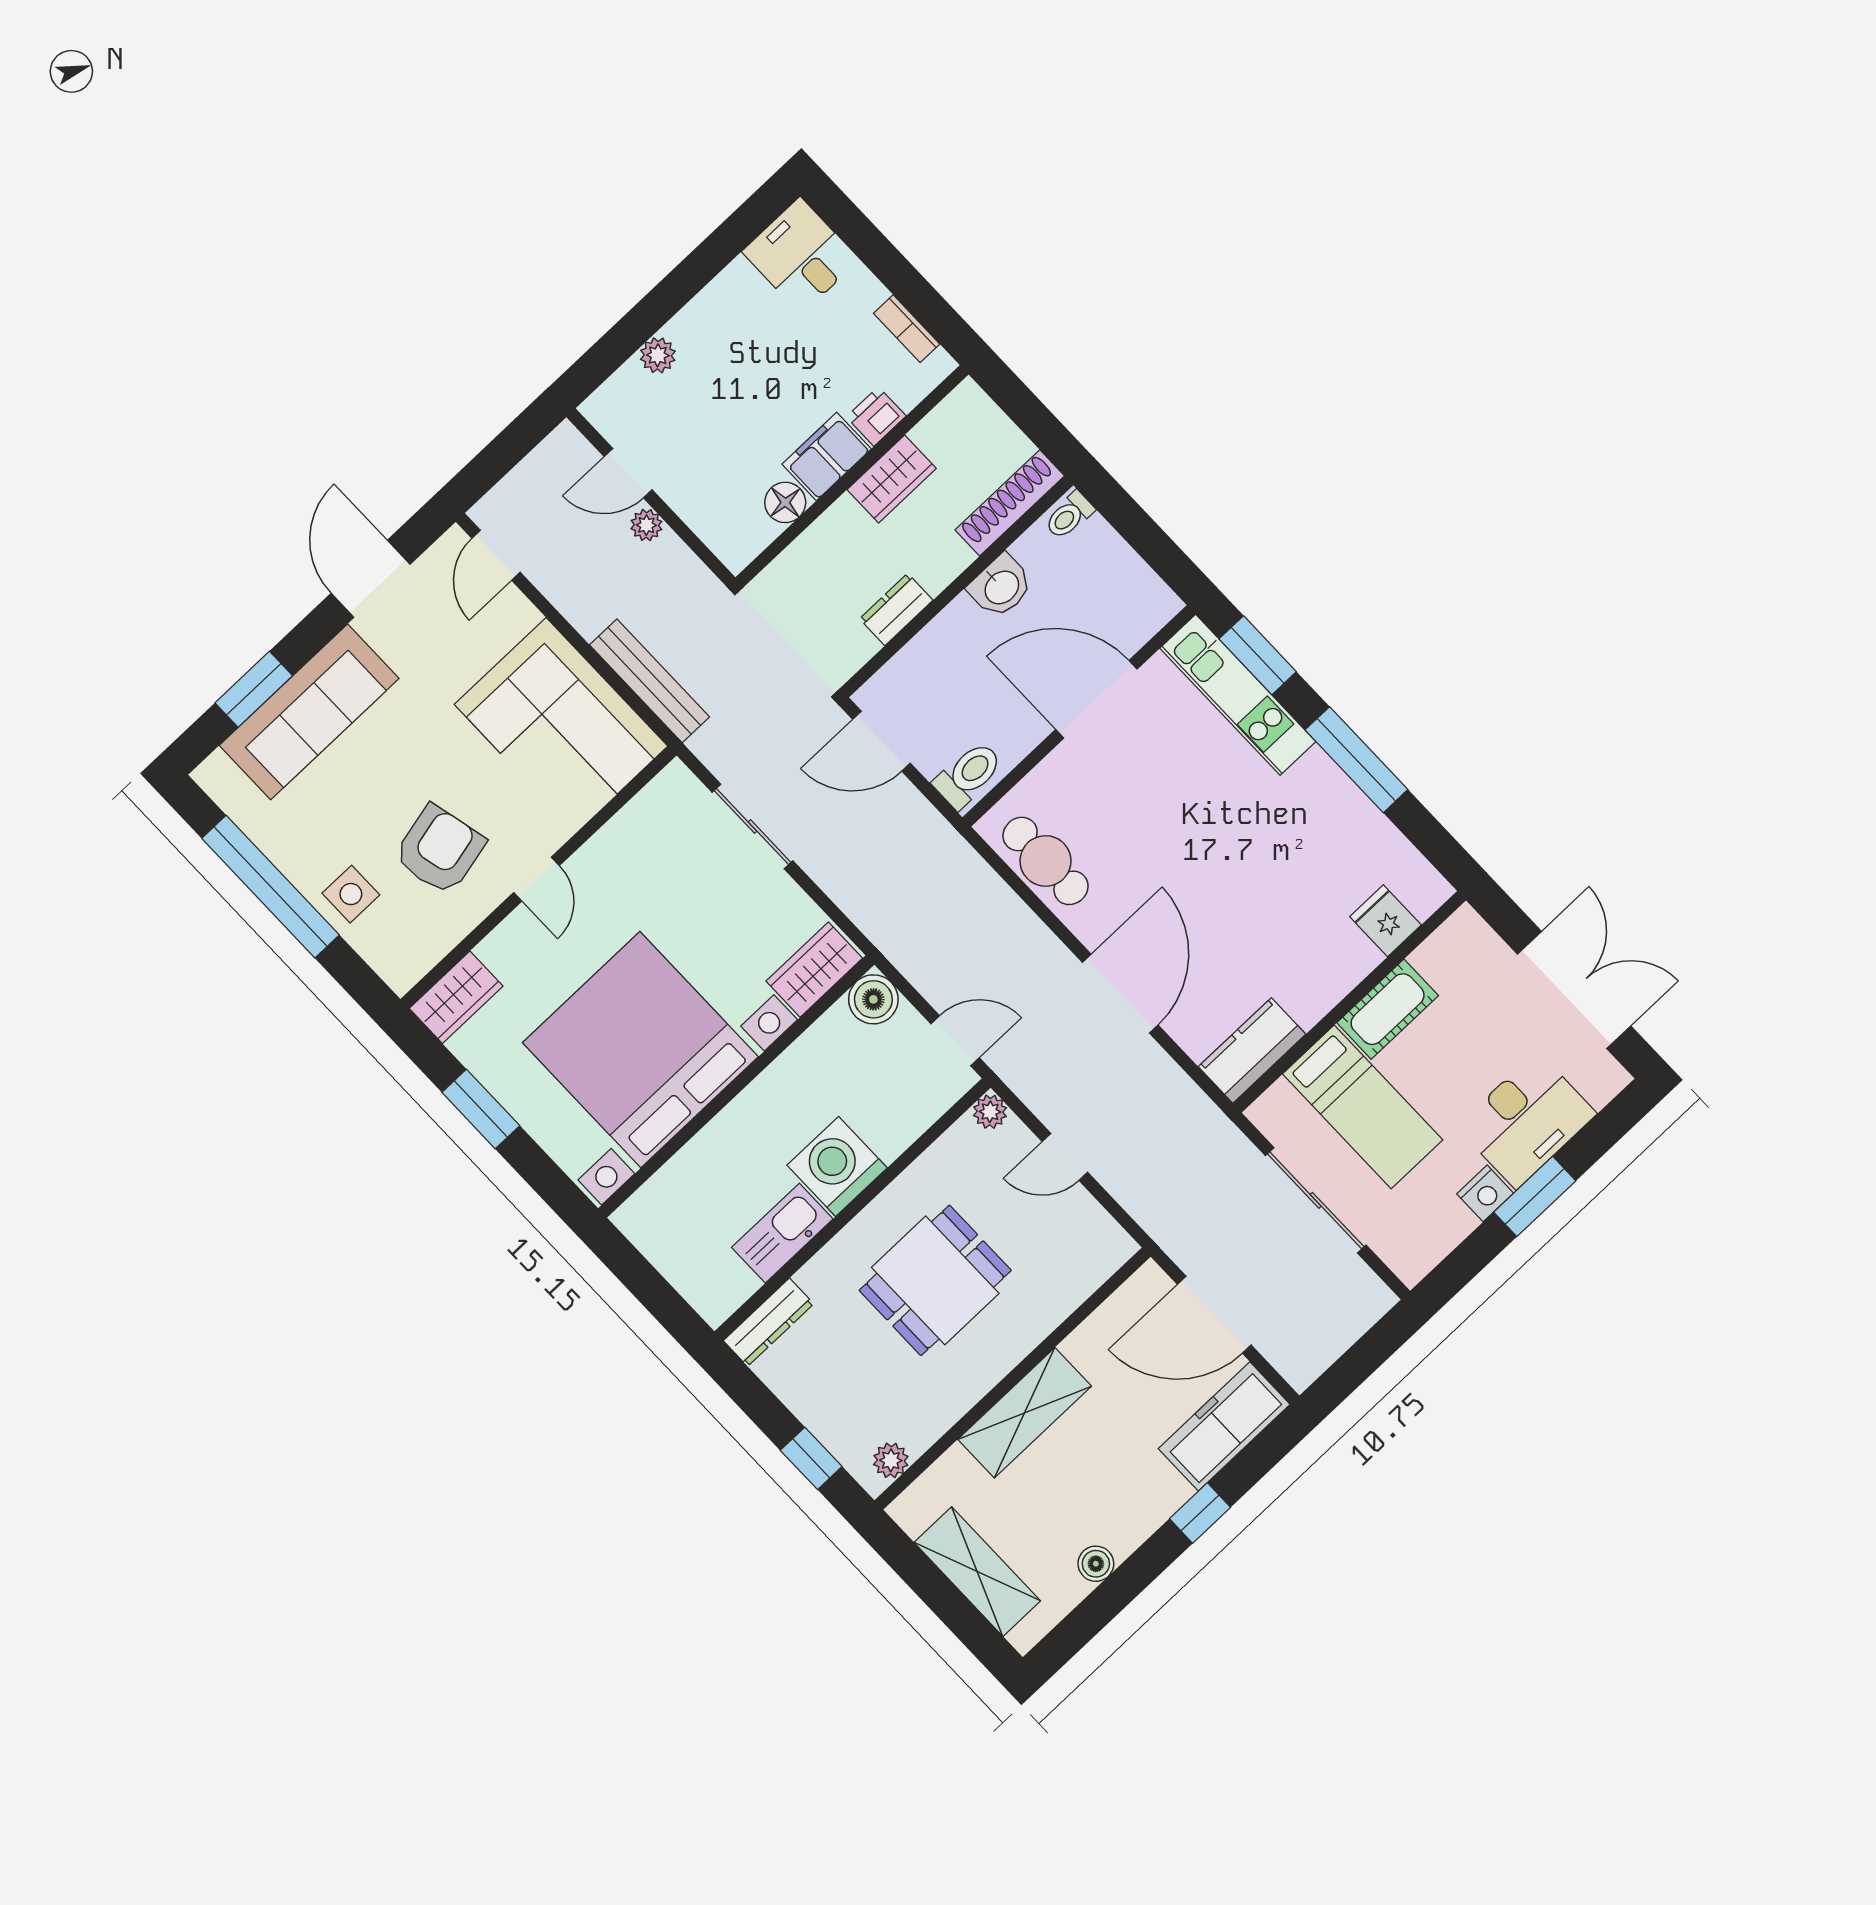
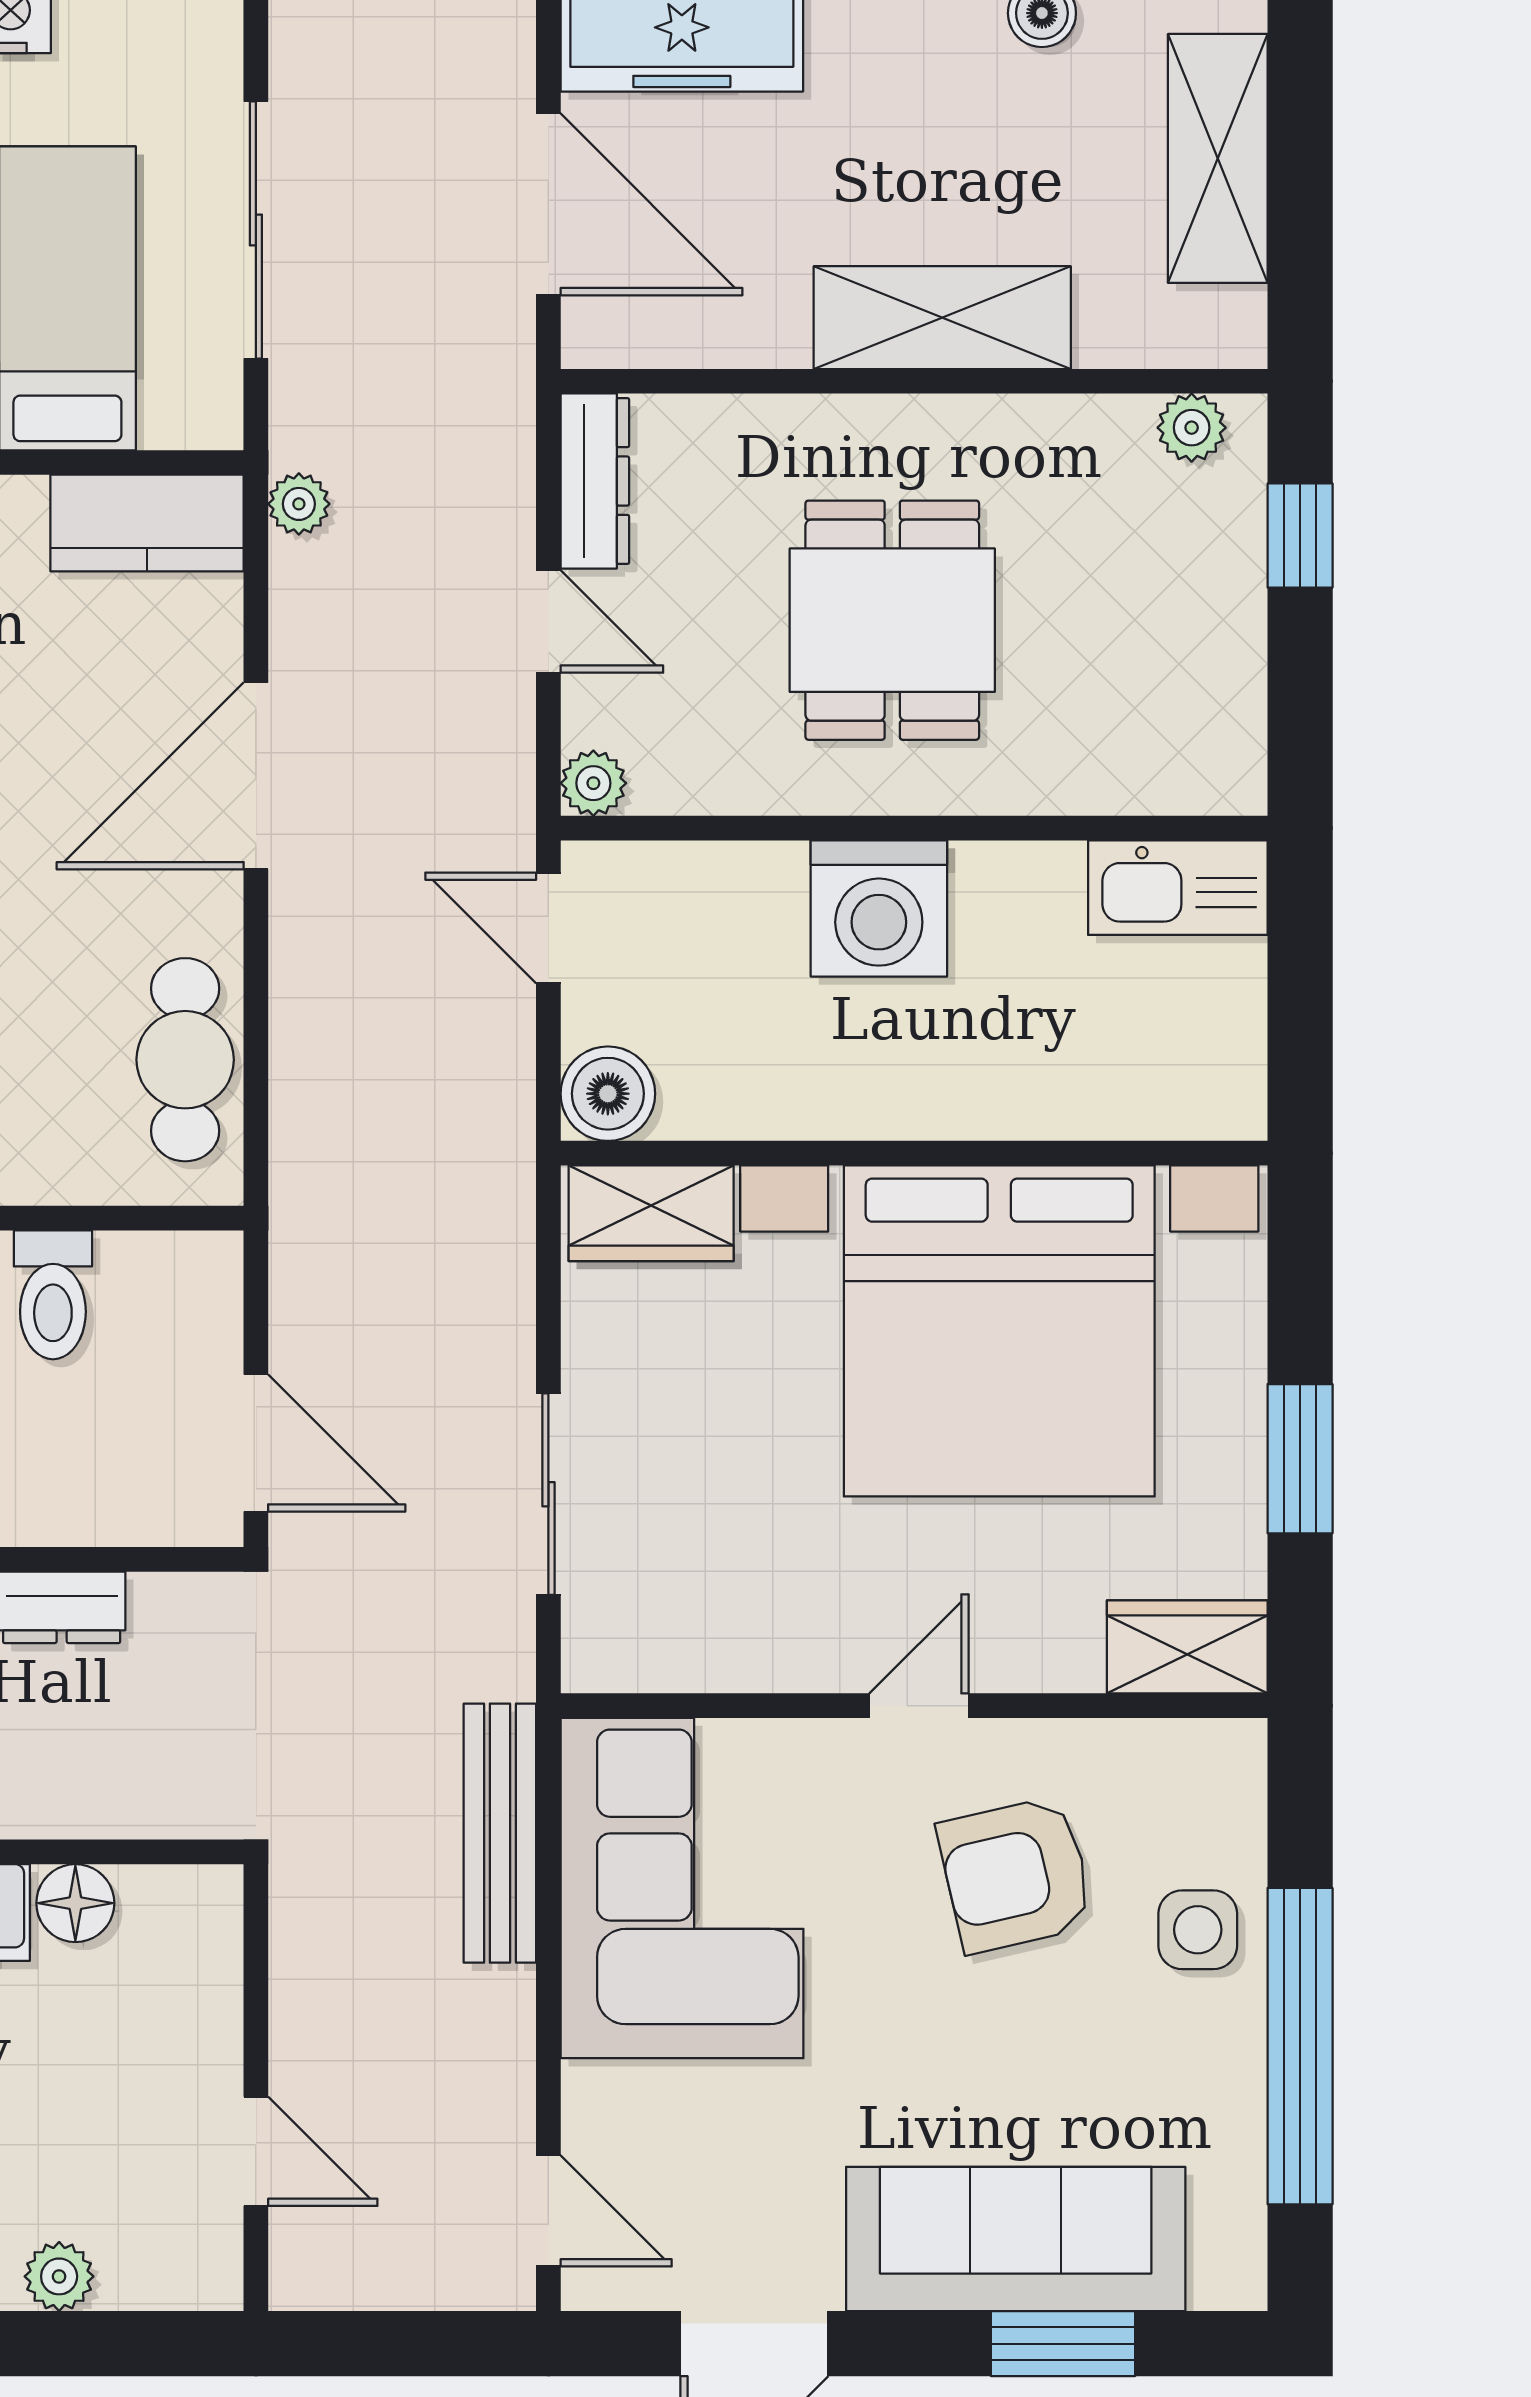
plant: (646, 525) -> (299, 504), moved
door: (496, 555) -> (548, 2211), hinge flipped
toilet: (968, 775) -> (53, 1295), moved, turned -90
kitchen sink: (782, 1233) -> (1178, 888), moved
dining table: (935, 1280) -> (892, 620), turned 90
dresser: (769, 1322) -> (595, 481), moved, turned 90

